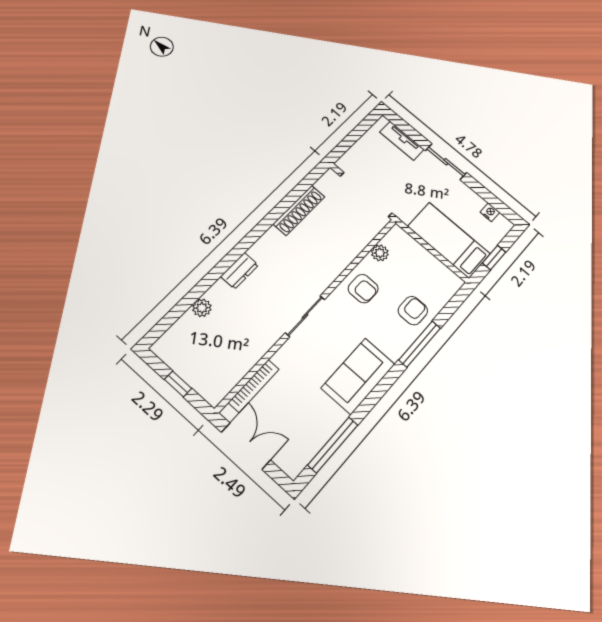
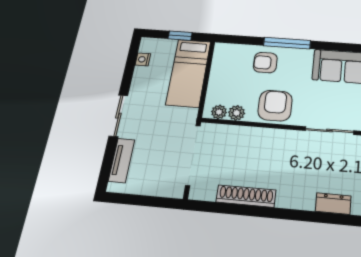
plant: (391, 240) -> (219, 112), added
armchair: (363, 289) -> (275, 106), width x1.38, depth x1.38

